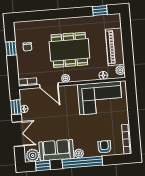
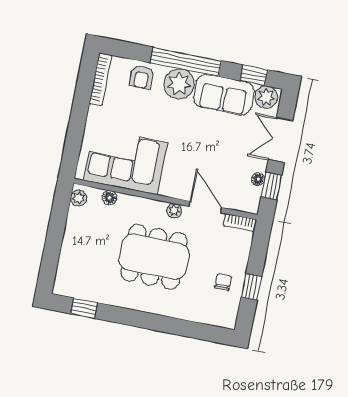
piano: (115, 47) -> (76, 240), removed
plant: (79, 153) -> (179, 84), width x1.87, depth x1.87

